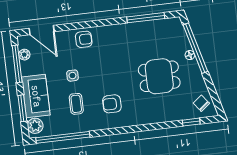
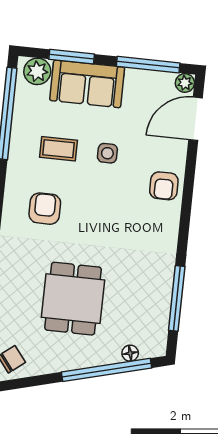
plant: (24, 55) -> (185, 83), moved
floor lamp: (190, 55) -> (130, 353), moved

